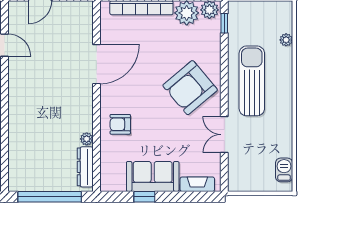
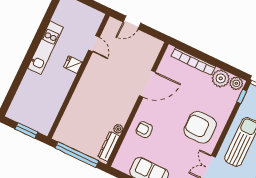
armchair: (190, 88) -> (200, 127), turned 40

